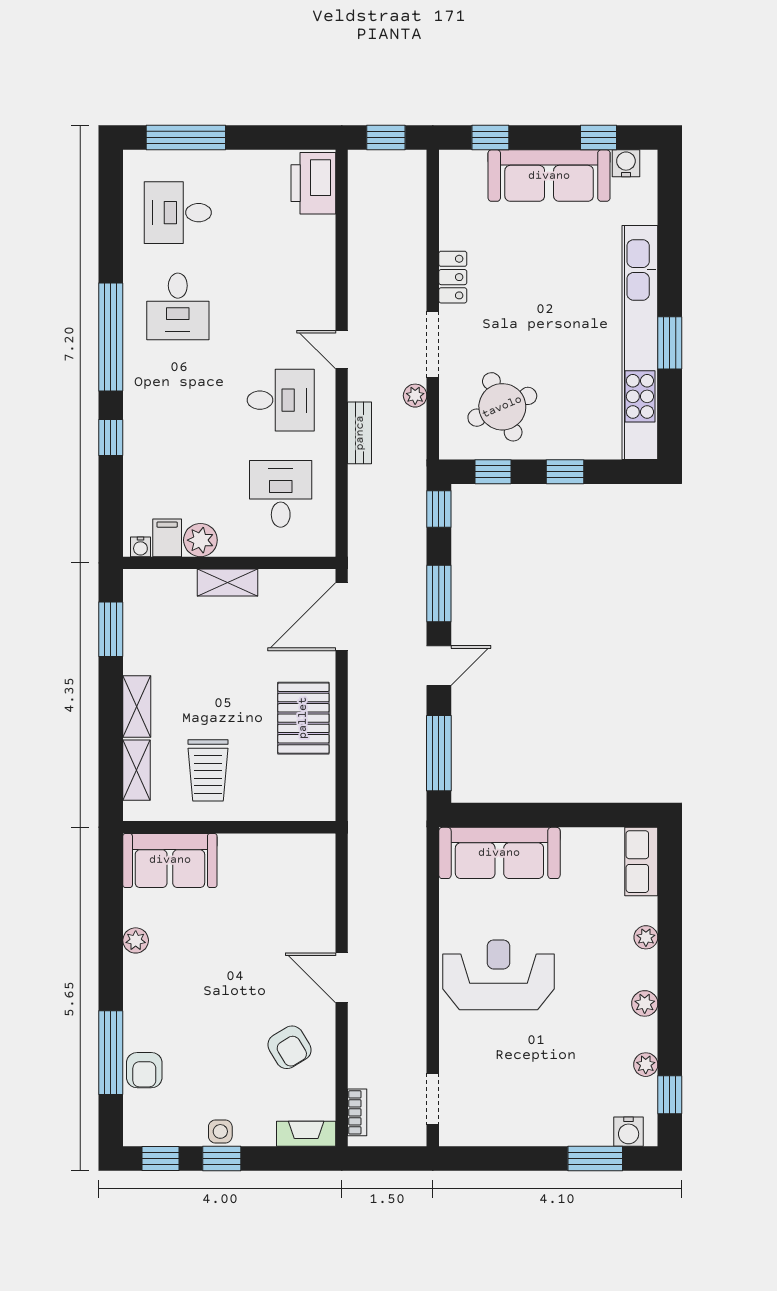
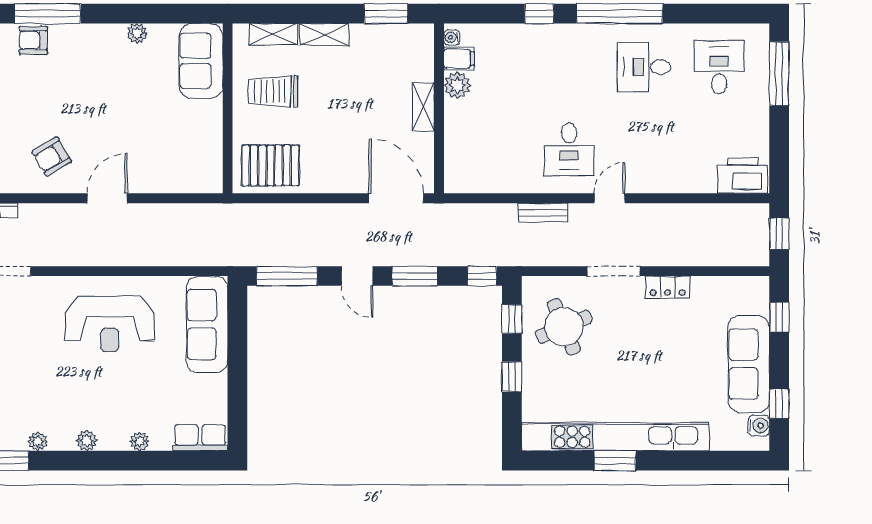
plant: (415, 396) -> (573, 257), removed
desk: (281, 494) -> (494, 149), removed
pallet: (303, 718) -> (270, 165), moved
reception desk: (498, 975) -> (110, 324), turned 90

